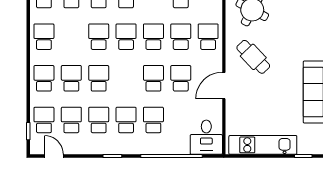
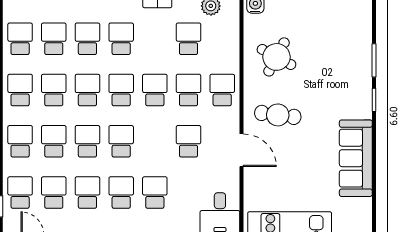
school desk: (71, 37) -> (54, 90), added
cafe table: (253, 57) -> (278, 115), turned -39
school desk: (153, 78) -> (121, 141), moved
door: (224, 86) -> (242, 150), swing flipped

